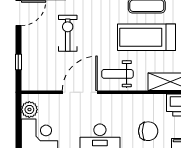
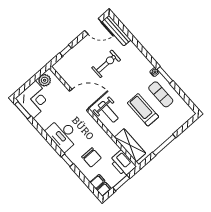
treadmill: (146, 37) -> (143, 110), width x0.73, depth x0.73
weight bench: (117, 74) -> (108, 112), turned 180

